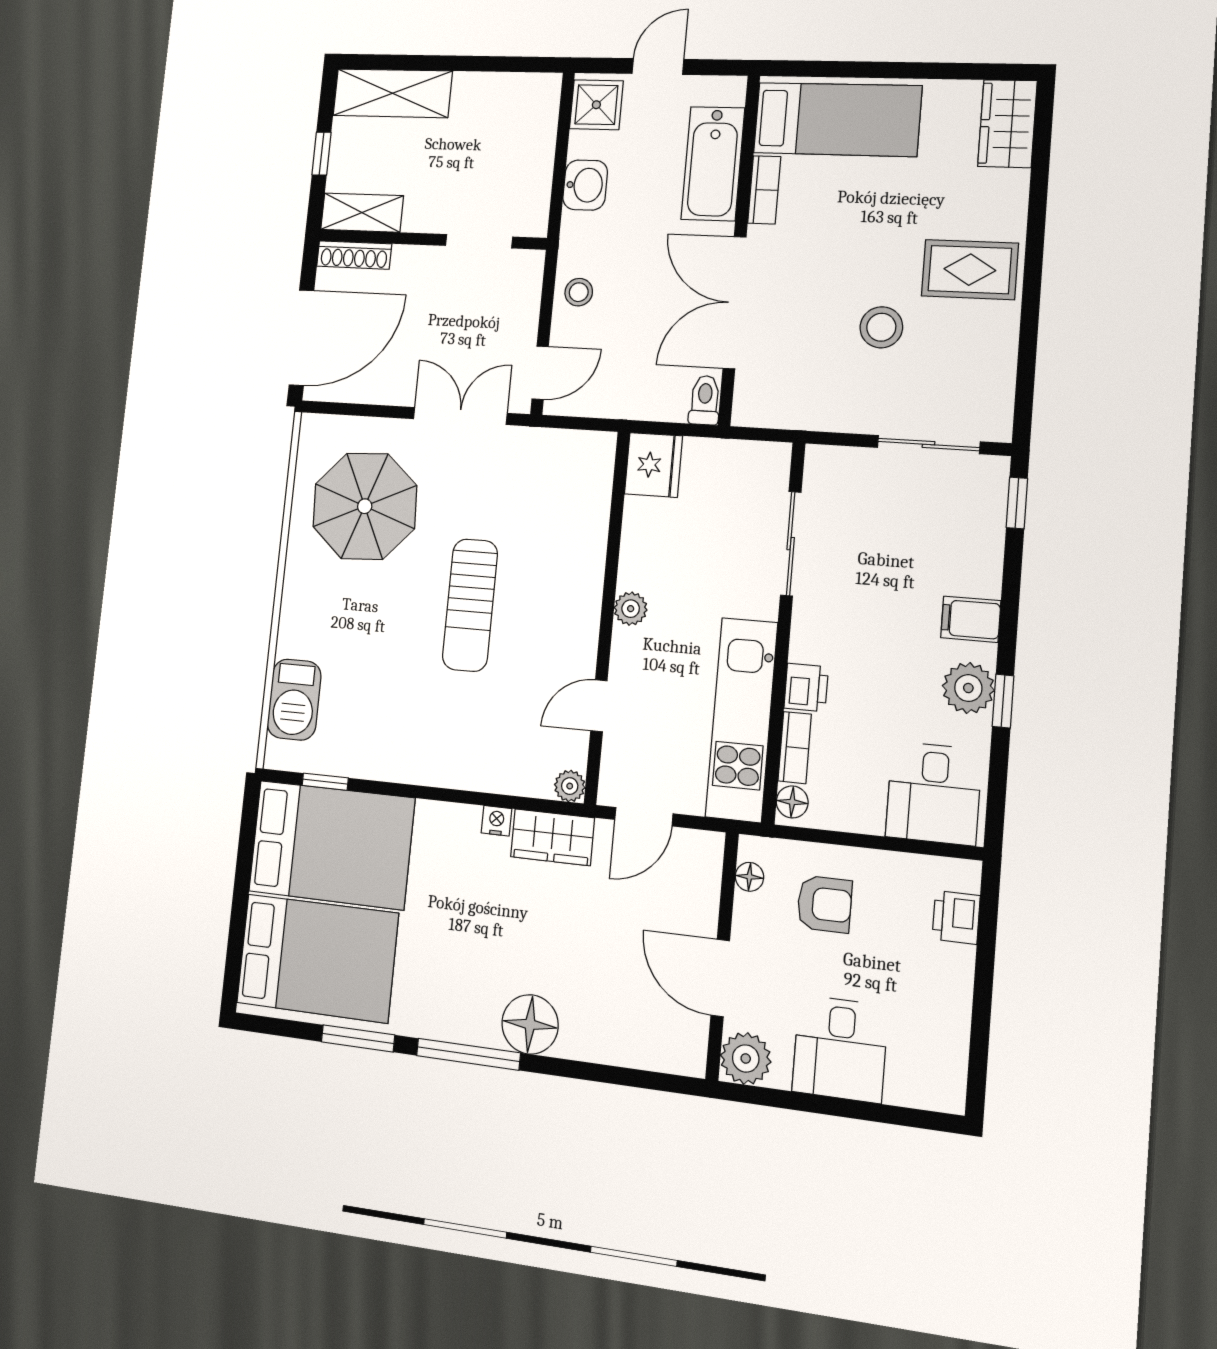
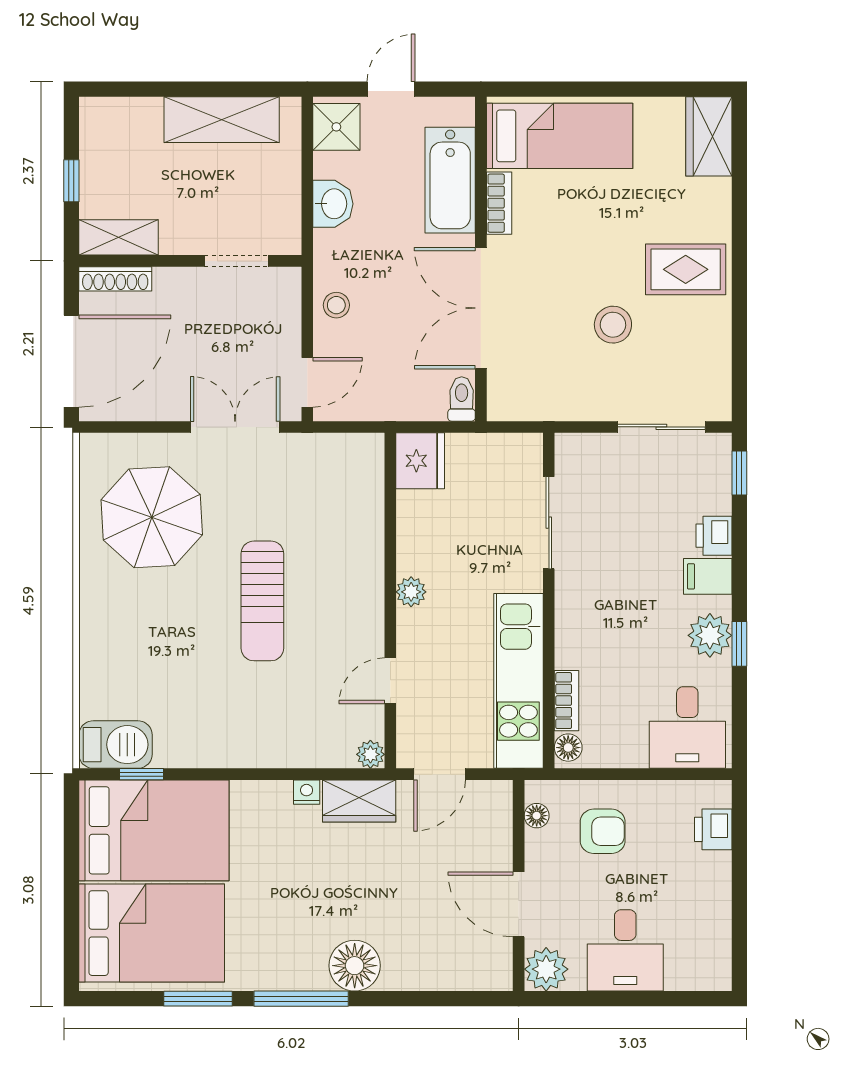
shelving: (392, 93) -> (222, 120), moved
printer: (806, 688) -> (714, 536), moved, turned 180
barbecue: (294, 700) -> (116, 745), moved, turned -90

